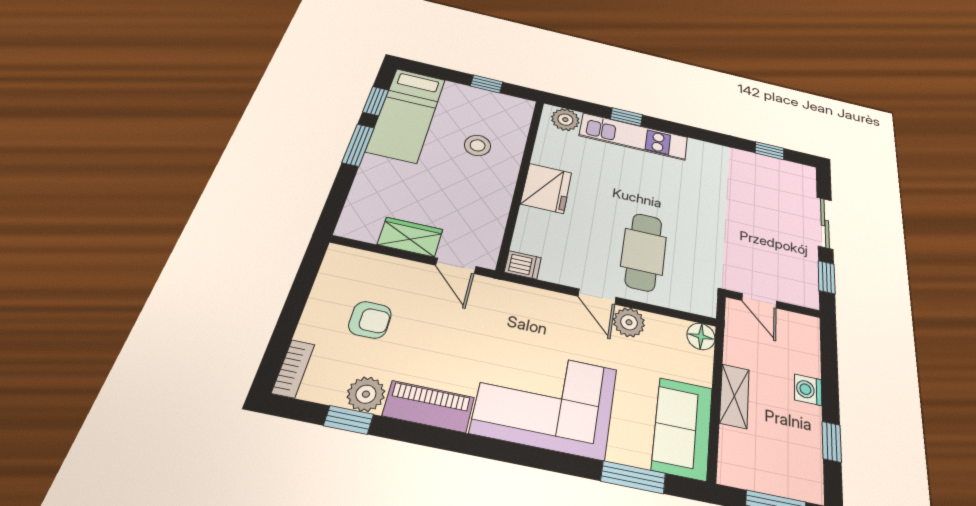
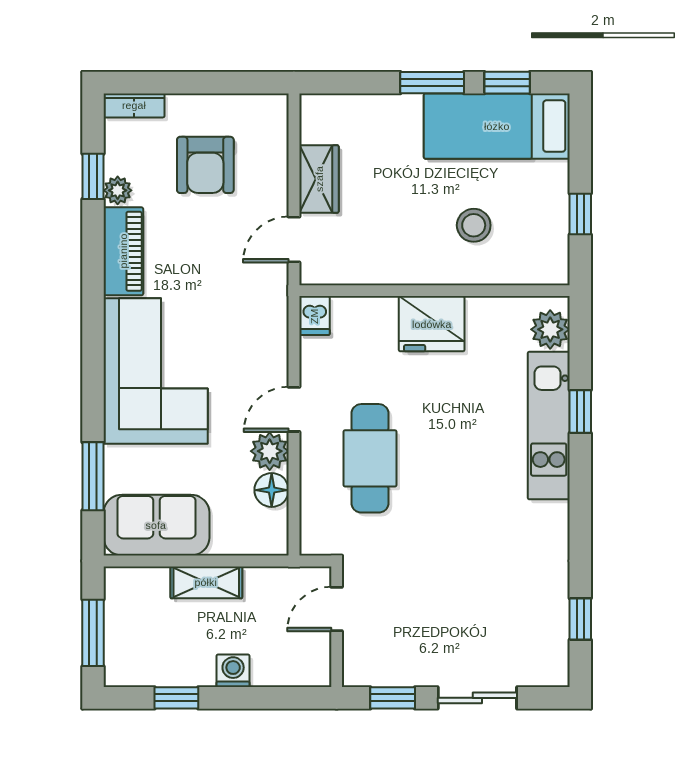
cafe table: (644, 252) -> (370, 458), turned 90
armchair: (370, 320) -> (205, 165), width x1.38, depth x1.38
floor lamp: (701, 336) -> (272, 490), moved
plant: (366, 394) -> (118, 190), width x0.73, depth x0.73

